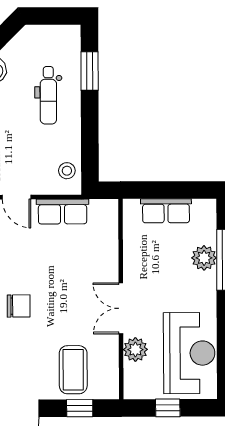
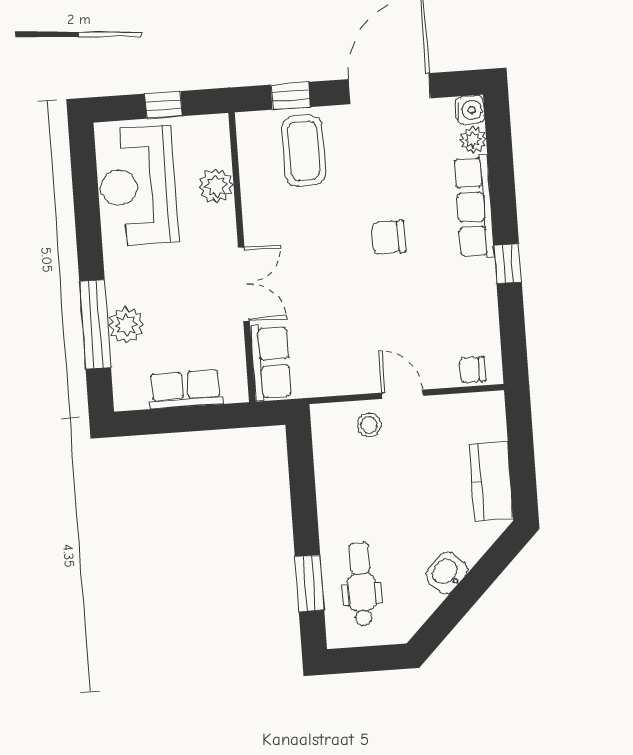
dental chair: (48, 95) -> (361, 584), moved
stool: (67, 171) -> (369, 425), moved
row of seats: (63, 212) -> (271, 363), moved, turned 90
double door: (121, 308) -> (244, 284), moved

